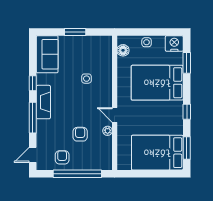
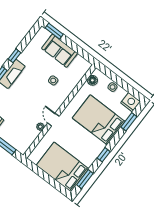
window: (75, 32) -> (54, 31), moved
sofa: (47, 54) -> (60, 51), moved, turned 90
armchair: (80, 134) -> (20, 115), removed

